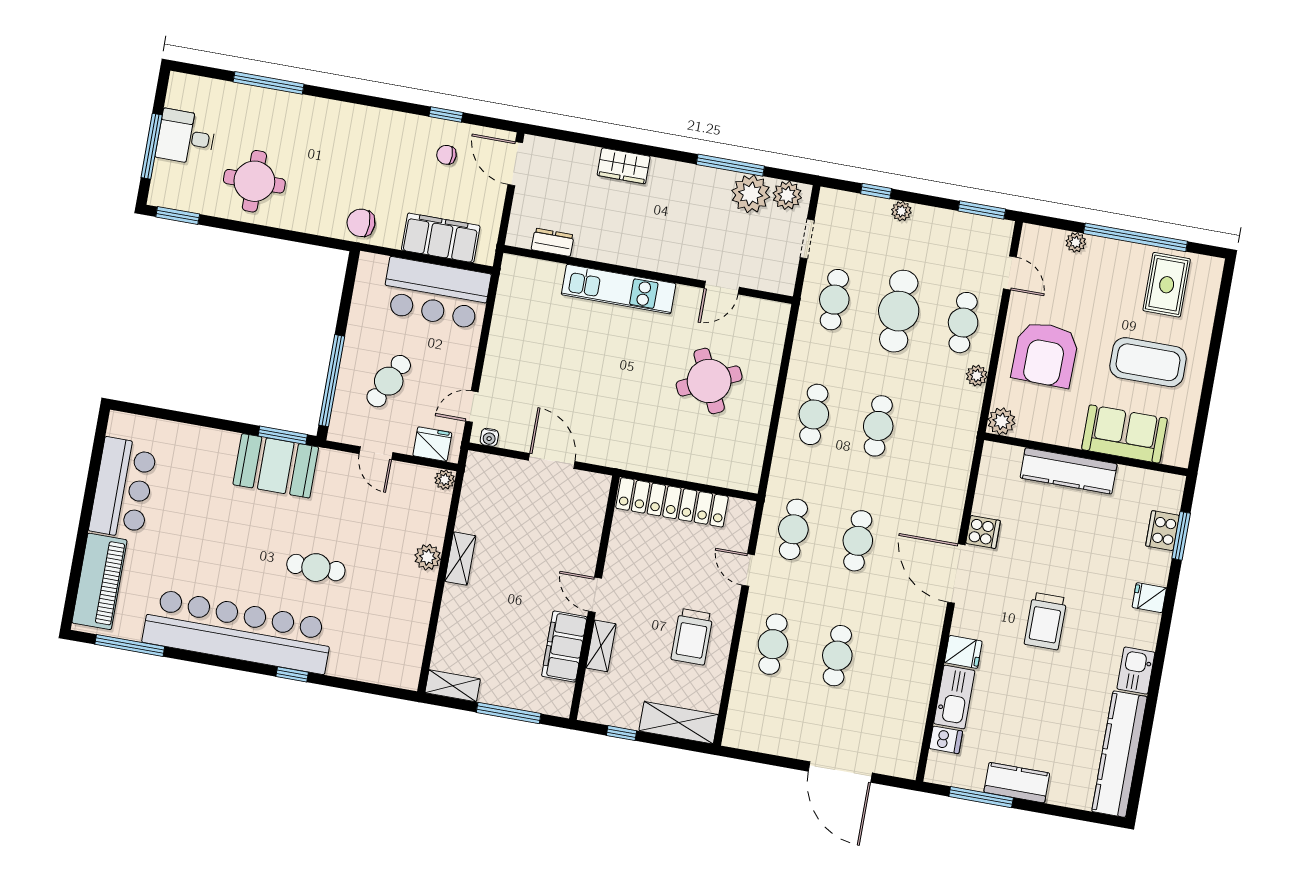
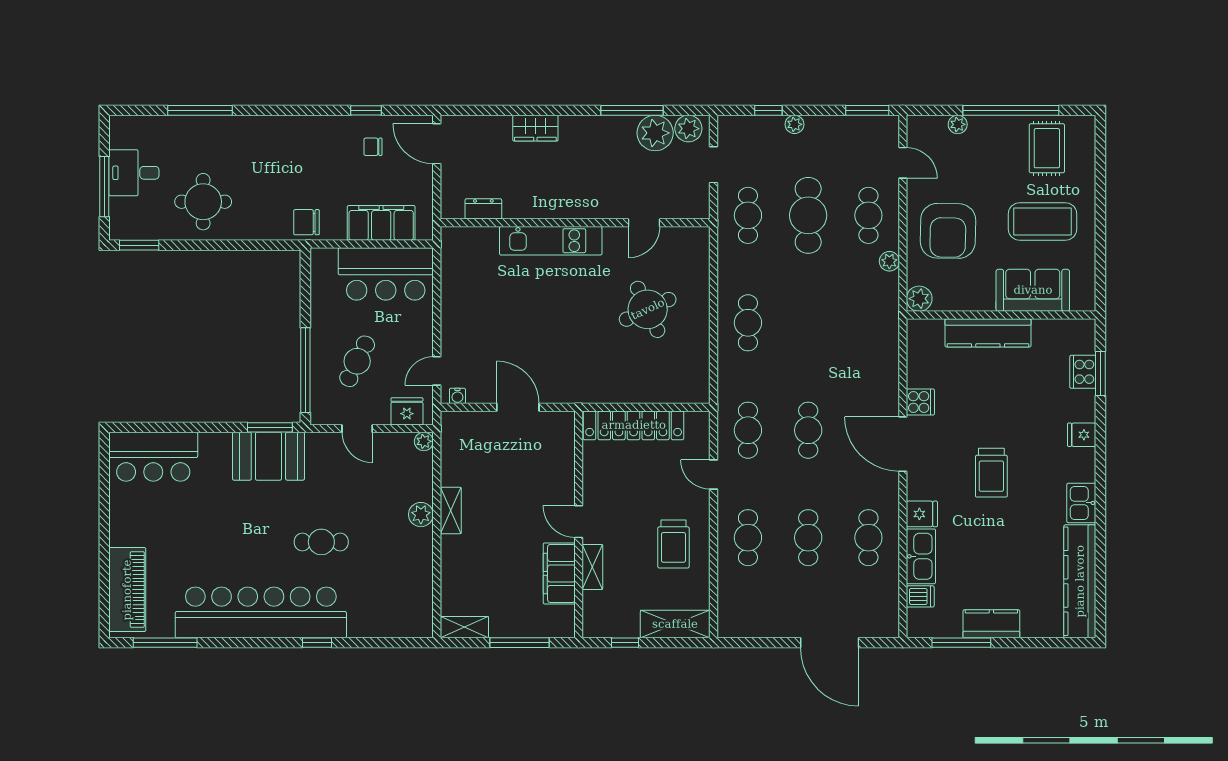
cafe table: (878, 426) -> (868, 538), moved
bar counter: (123, 488) -> (153, 457), moved, turned 90

